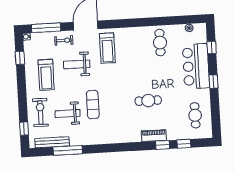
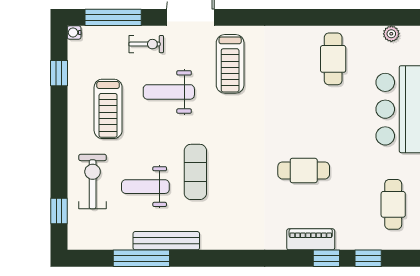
bench: (52, 142) -> (166, 241), moved

